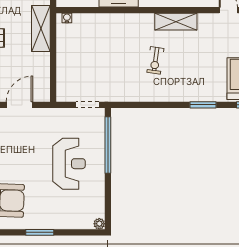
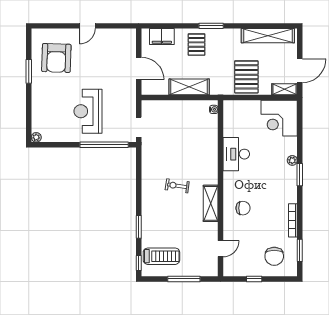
shelving: (41, 29) -> (189, 87), moved
reception desk: (69, 164) -> (88, 111), turned 90
window: (40, 232) -> (29, 71), moved

